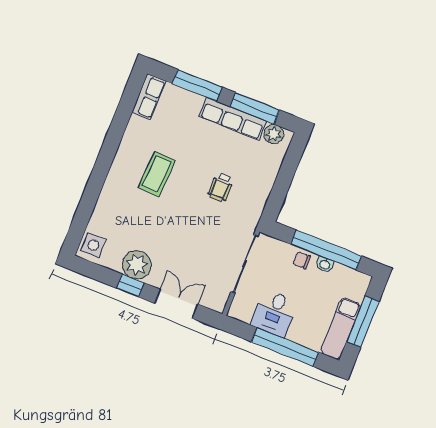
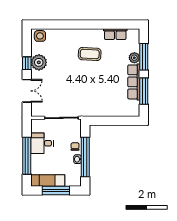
row of seats: (149, 97) -> (115, 34), moved
plant: (274, 134) -> (134, 58), moved
wheelchair: (220, 187) -> (96, 90), removed

